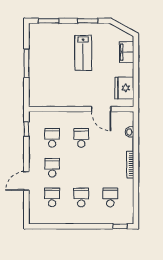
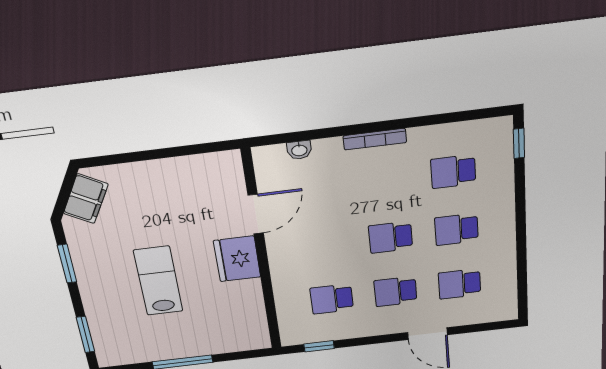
filing cabinet: (127, 52) -> (86, 199), moved, turned -61
lab bench: (83, 53) -> (158, 281), moved, turned -90
fridge: (124, 88) -> (237, 259), moved, turned 90
school desk: (81, 138) -> (391, 237), moved

